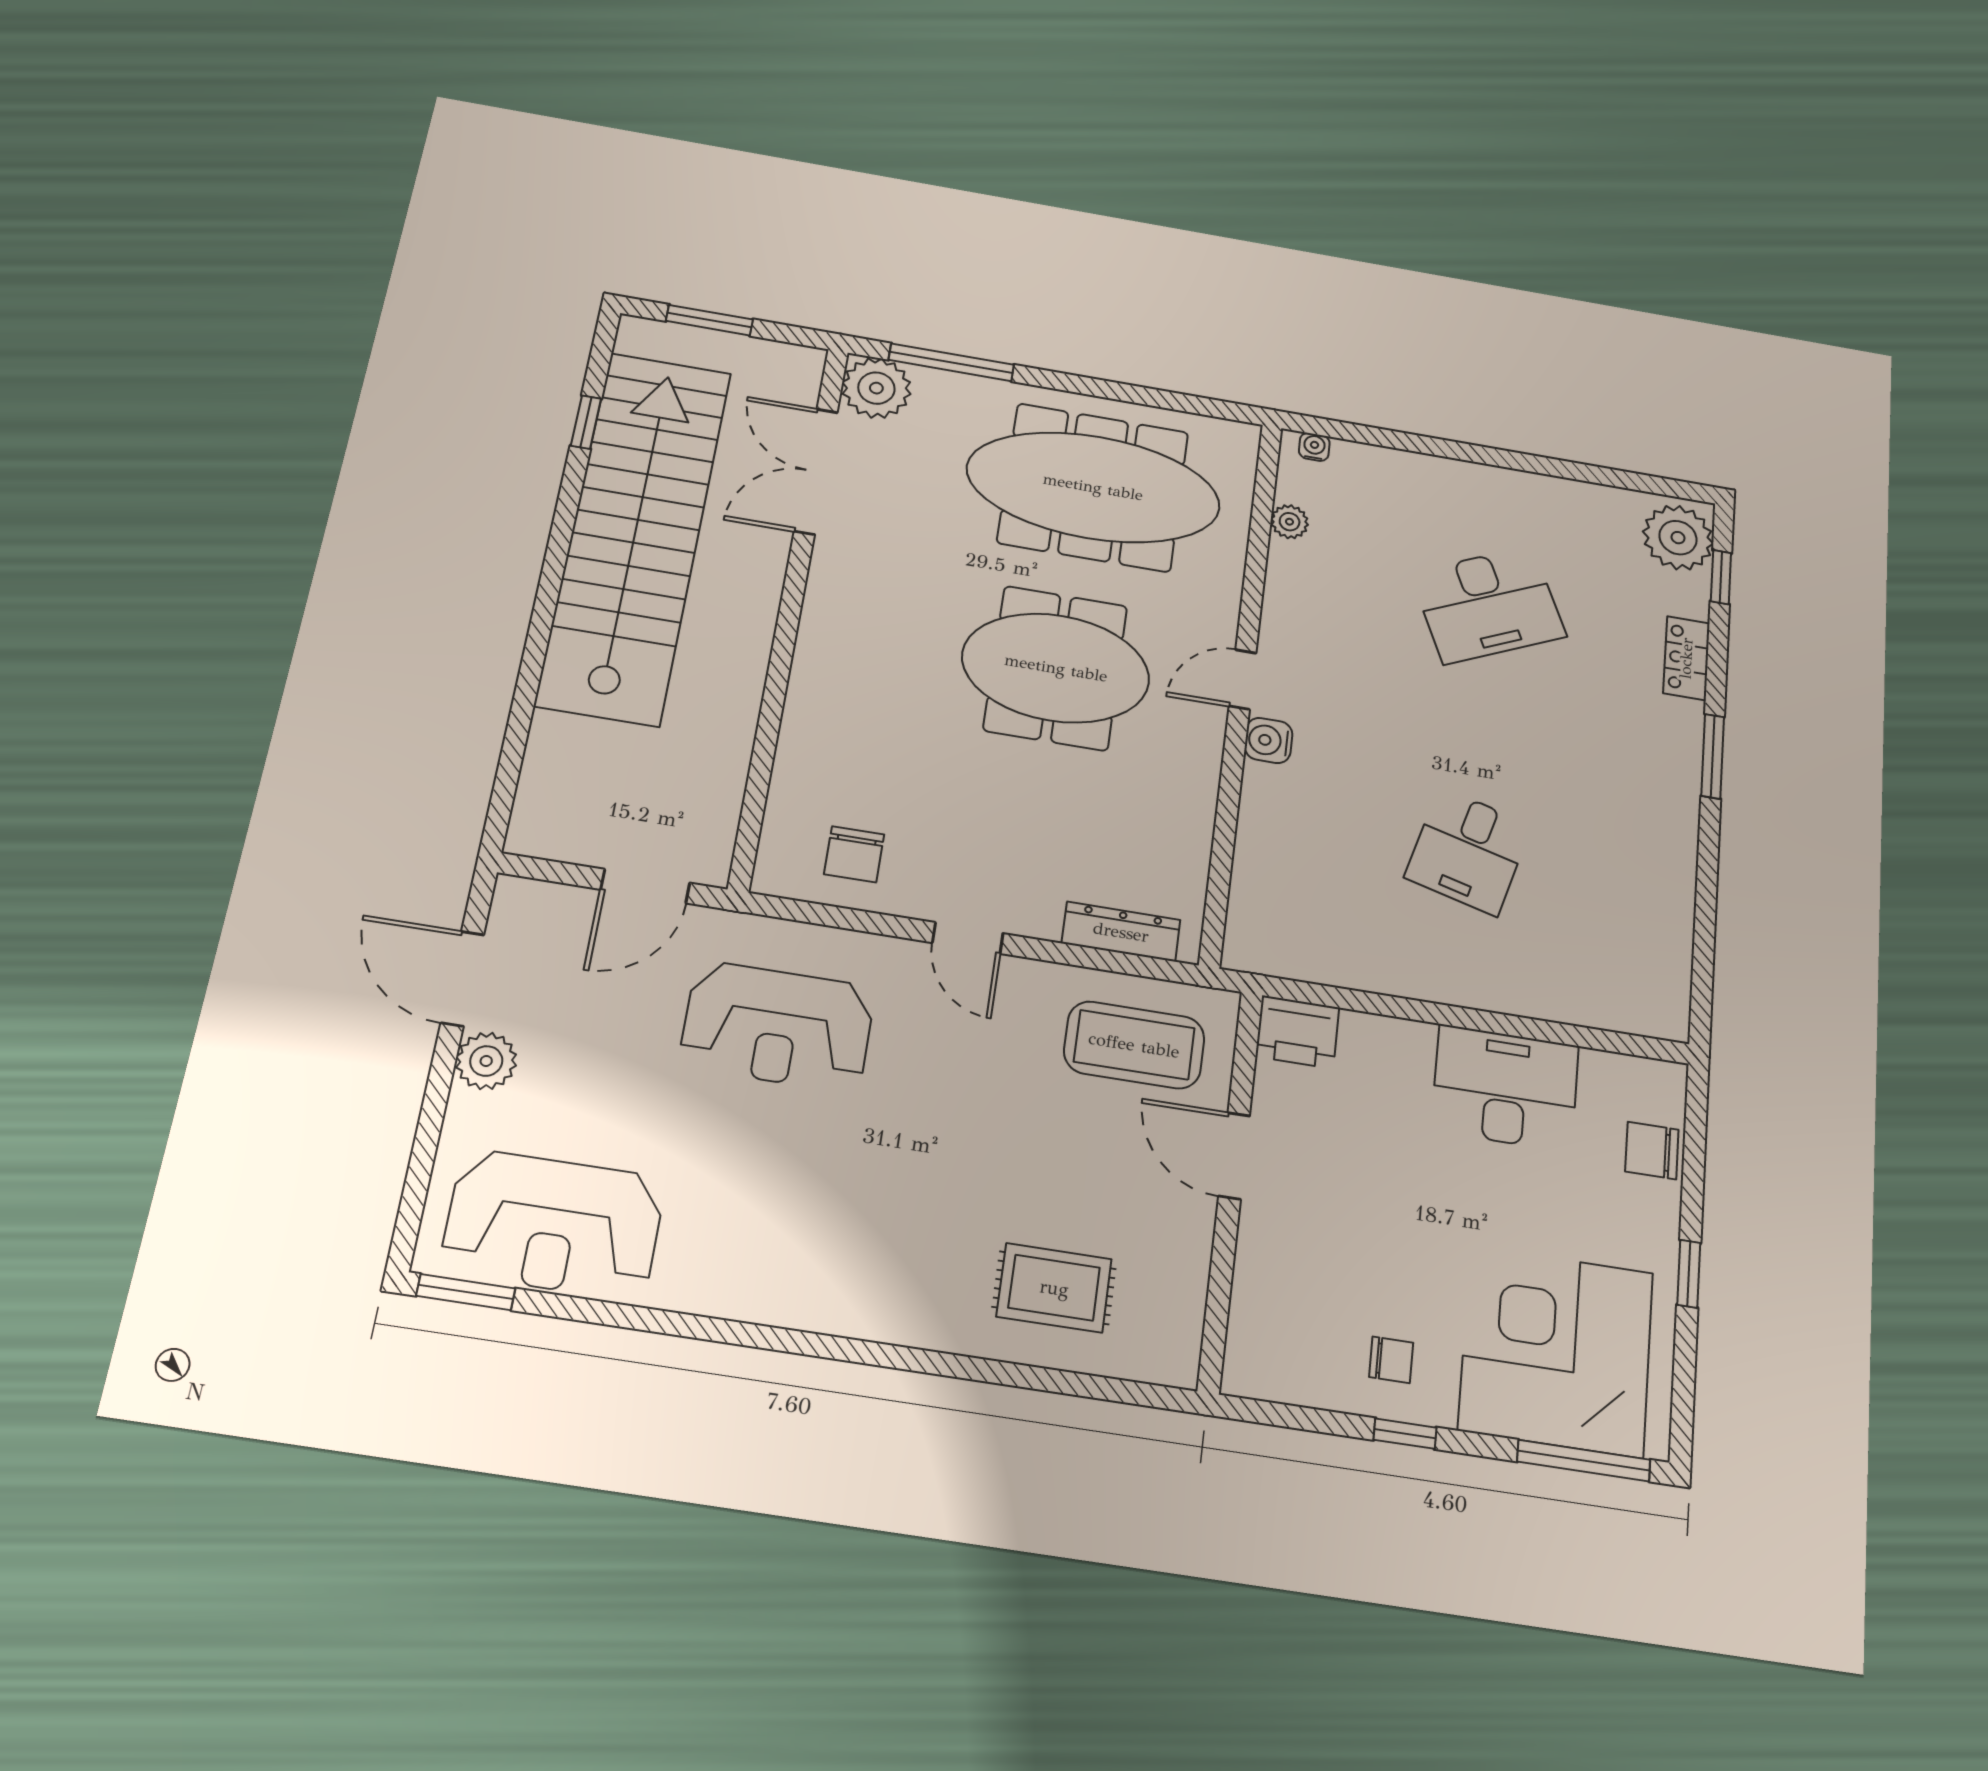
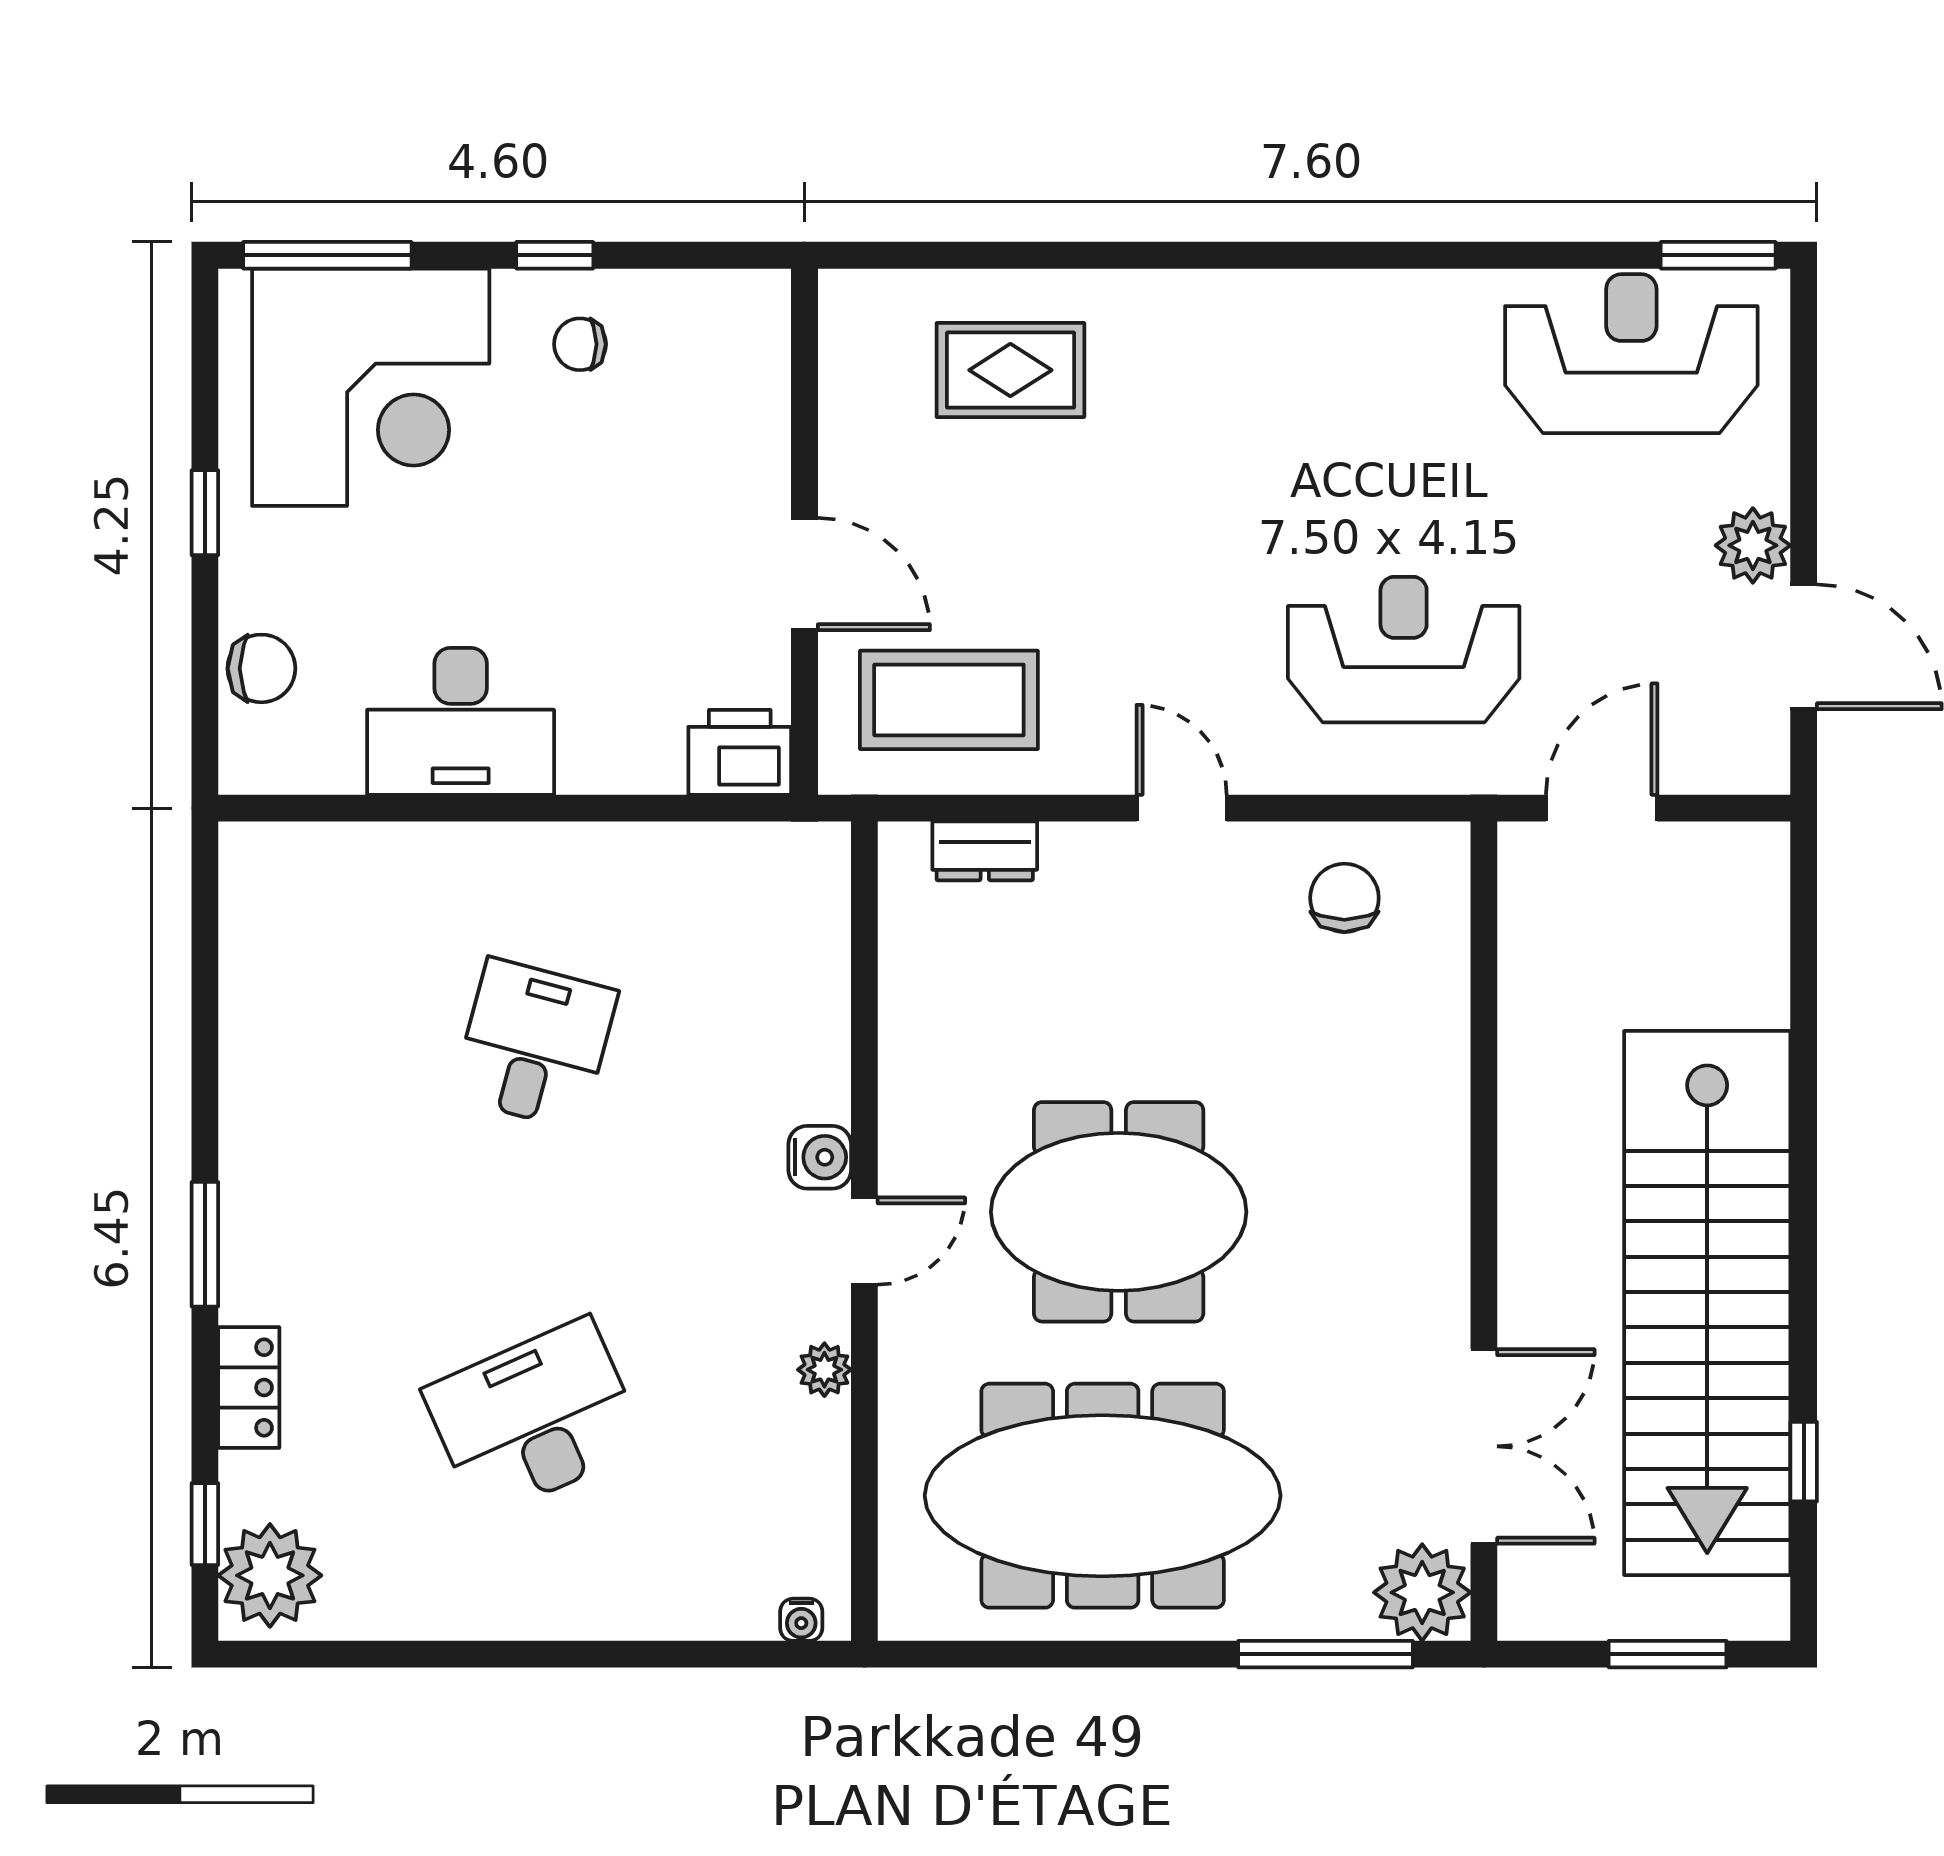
plant: (1290, 522) -> (824, 1370), moved
dresser: (1121, 932) -> (985, 851), width x0.70

